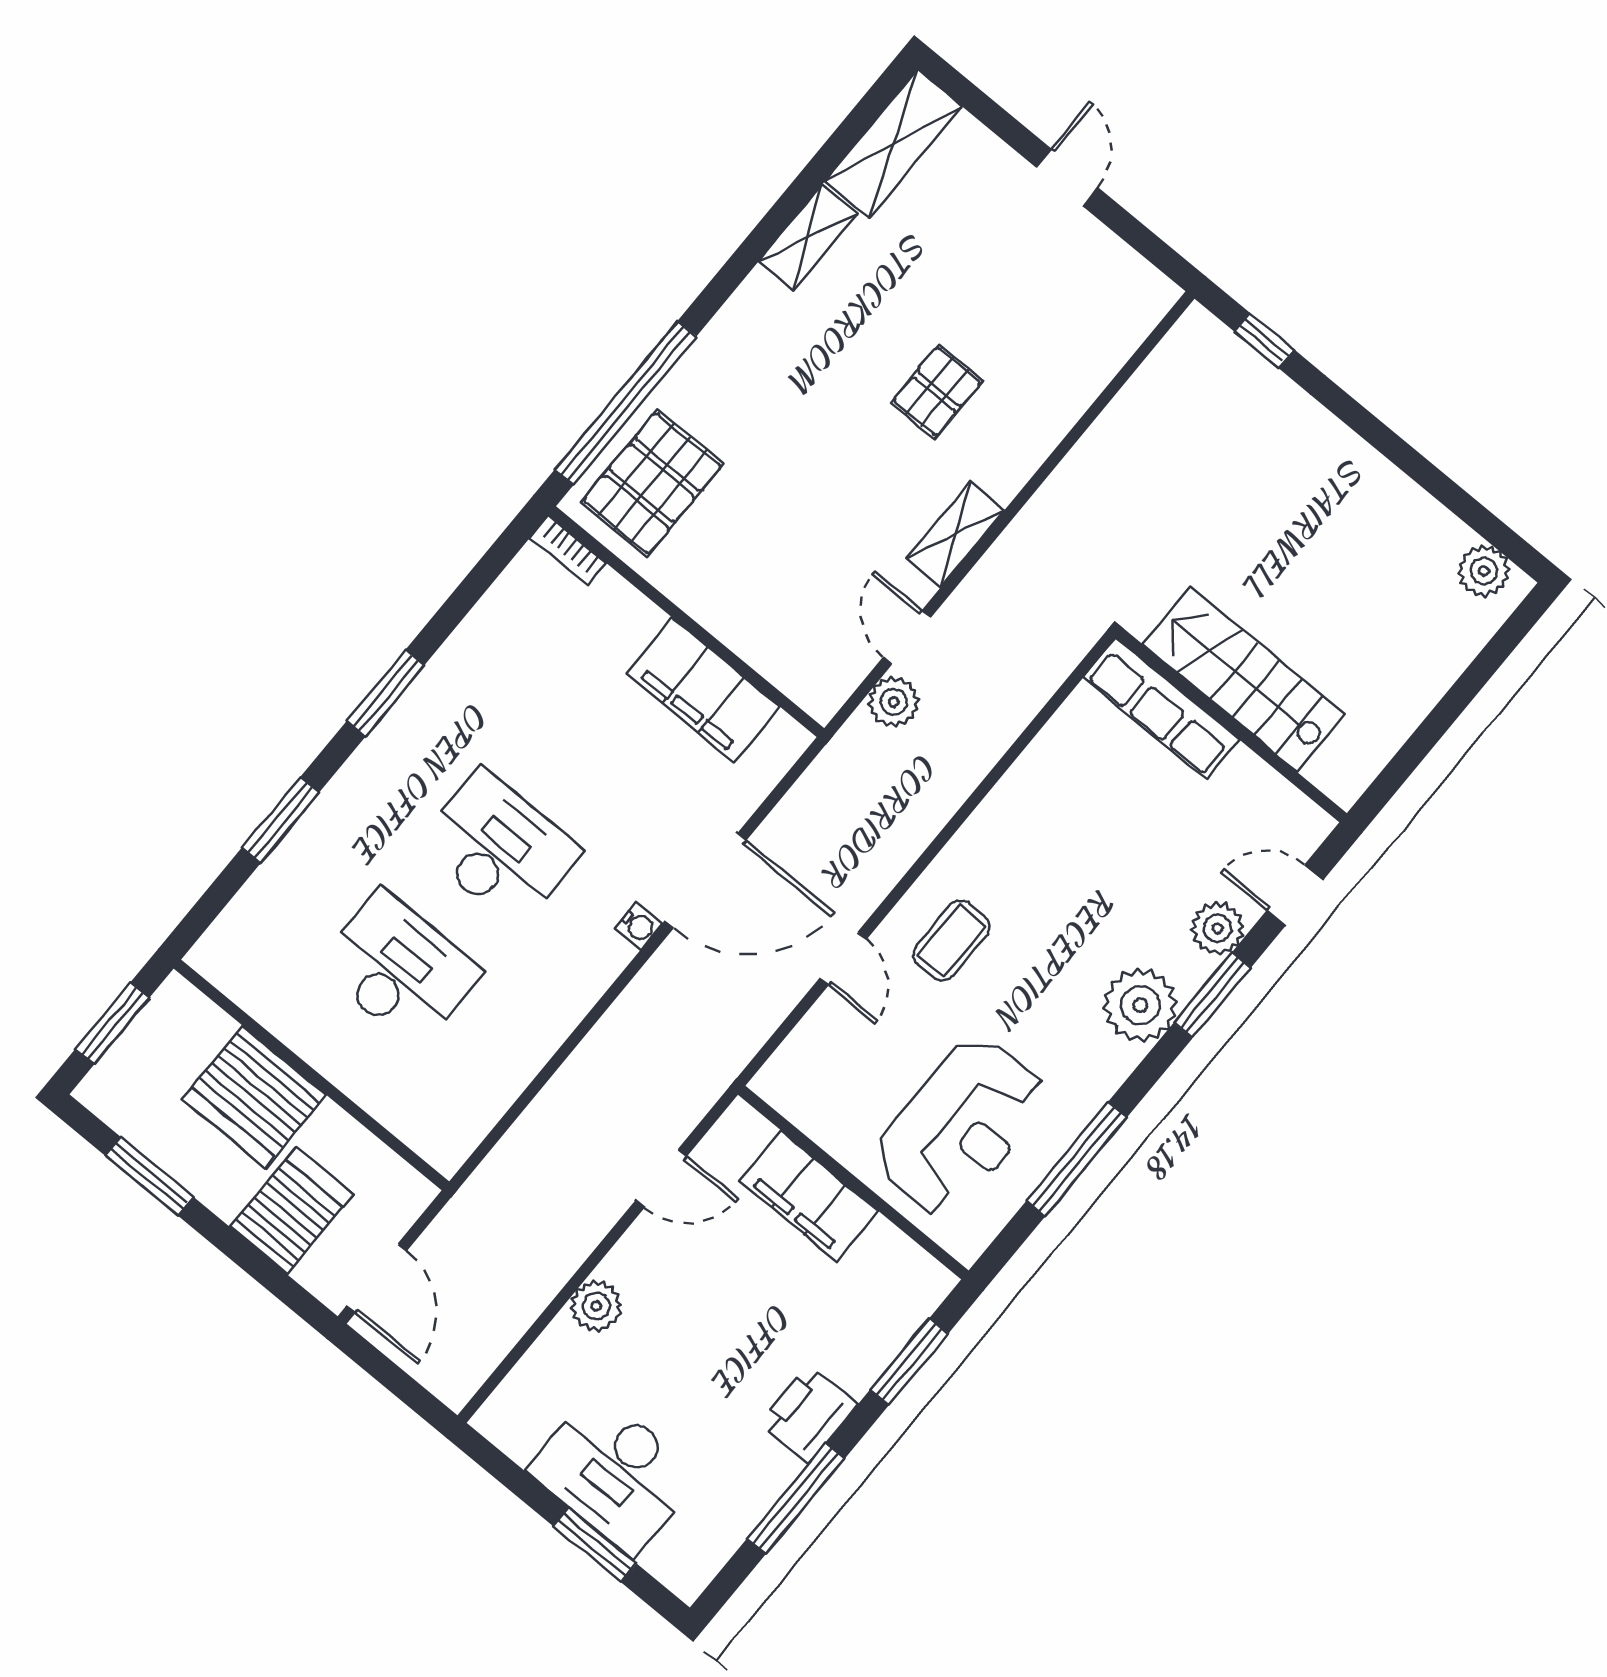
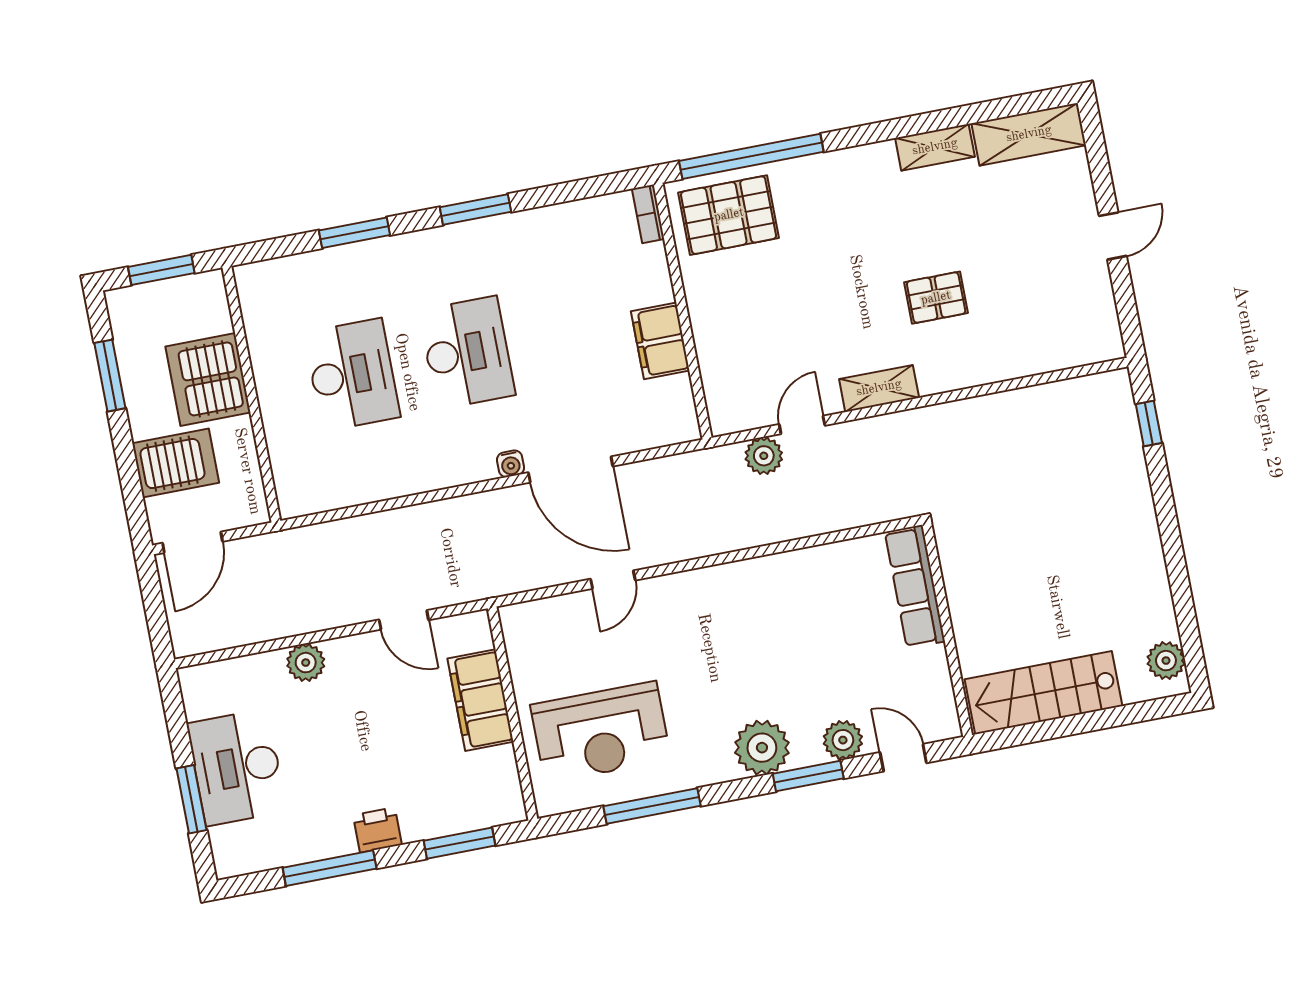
stairs: (1244, 679) -> (1044, 693), moved, turned -90
filing cabinet: (703, 690) -> (660, 341), width x0.67, depth x0.86
coffee table: (951, 941) -> (684, 621), removed
printer: (808, 1414) -> (377, 830), width x0.73, depth x0.81

